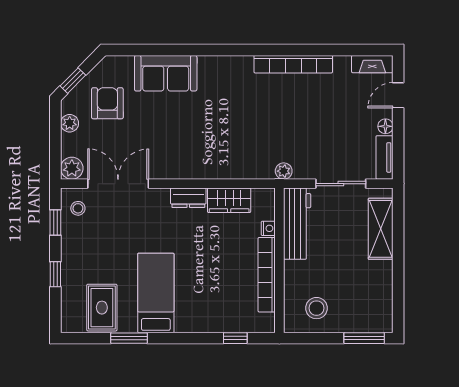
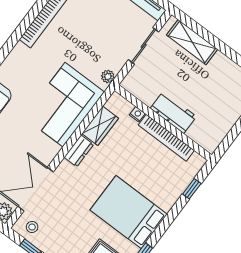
corner sofa: (223, 149) -> (64, 105), added
workbench: (297, 224) -> (173, 112), moved, width x0.73
bed: (156, 293) -> (129, 212), width x1.50
stool: (317, 308) -> (212, 122), removed

